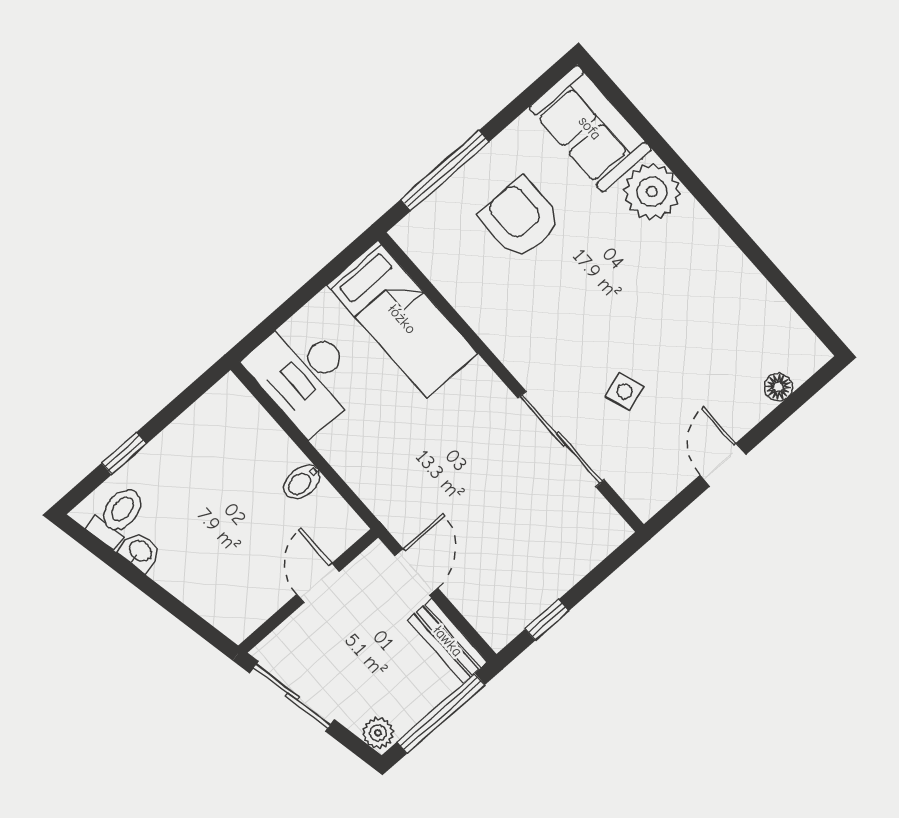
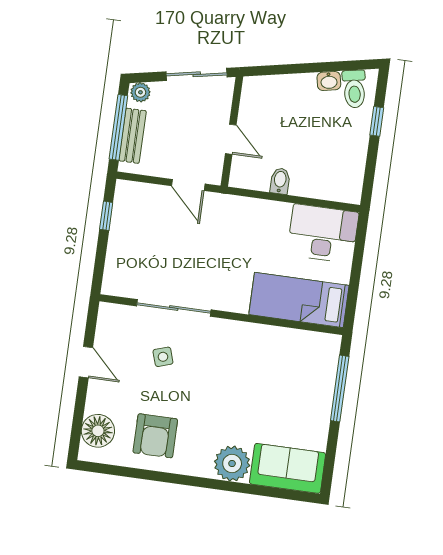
armchair: (521, 218) -> (155, 436), moved, turned 90
floor lamp: (778, 387) -> (98, 431), width x1.89, depth x1.89
bench: (448, 641) -> (132, 136), moved, turned 90

